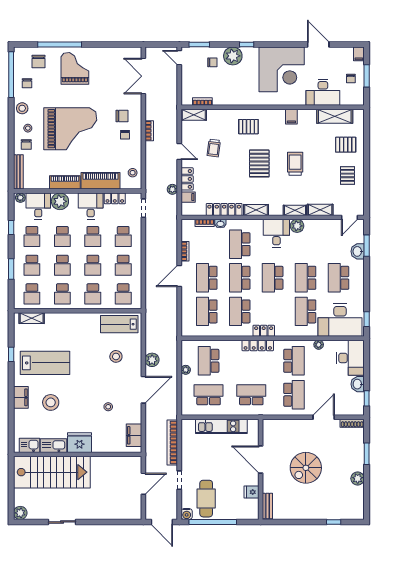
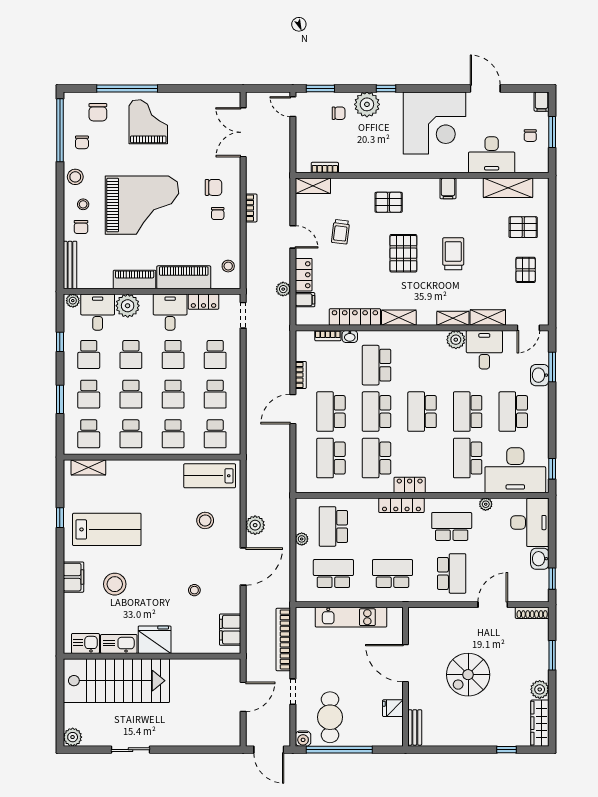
desk: (276, 233) -> (484, 350), moved
school desk: (294, 361) -> (452, 526), turned -90
wardrobe: (358, 503) -> (540, 723), added

